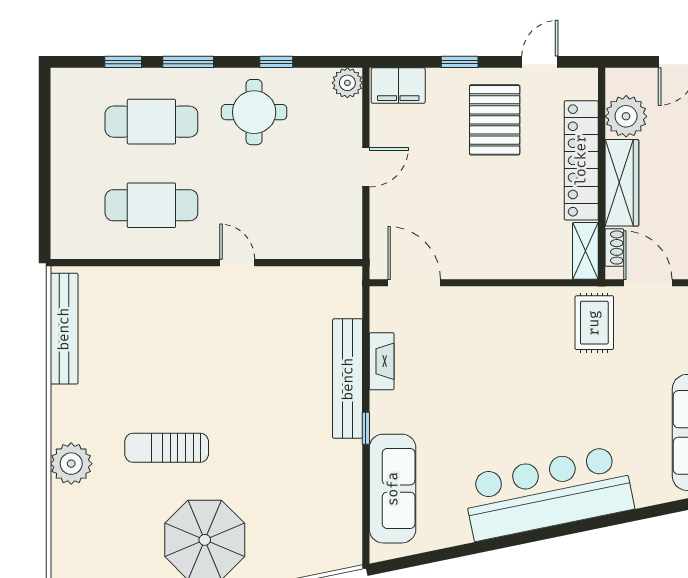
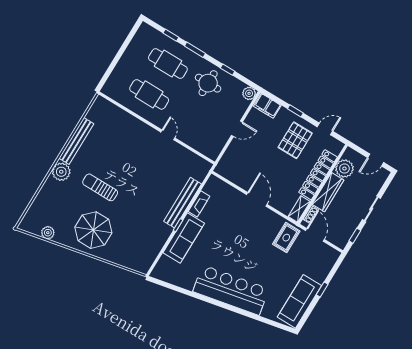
door: (414, 283) -> (257, 199), moved
bench: (64, 329) -> (76, 141), moved
sofa: (393, 489) -> (184, 238), moved

